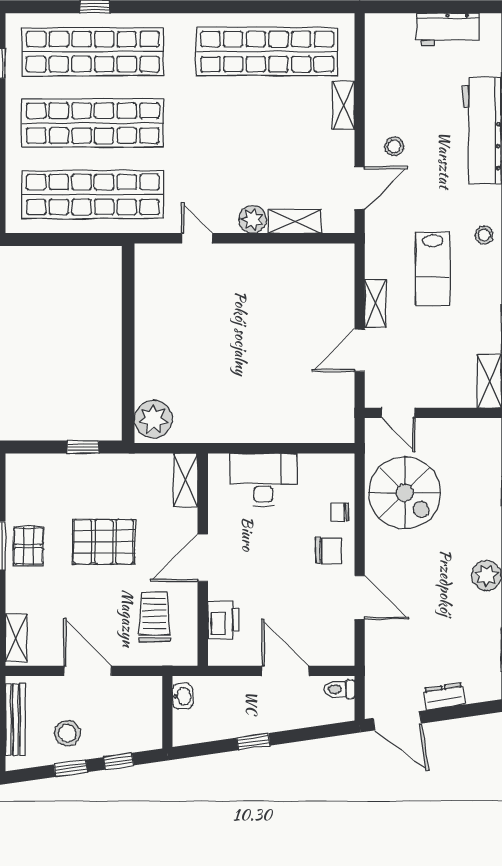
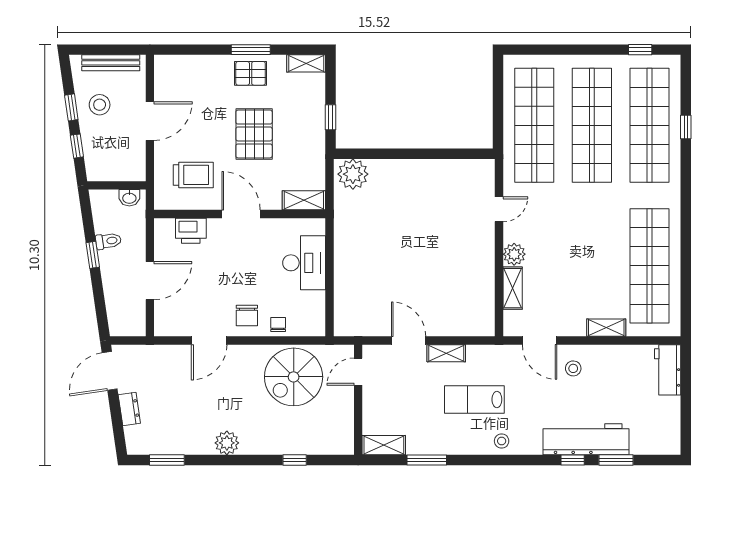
workbench: (448, 29) -> (668, 370), moved
shelving: (16, 638) -> (306, 63), moved
toilet: (339, 689) -> (108, 241), moved, turned 82

